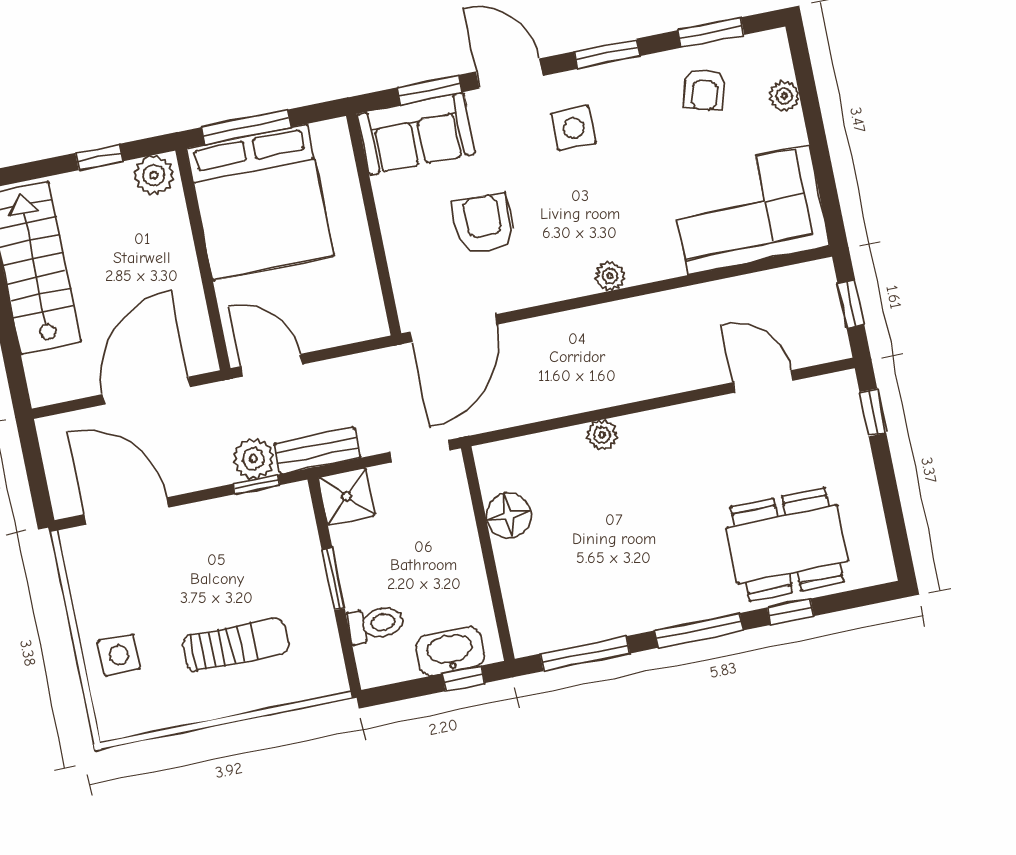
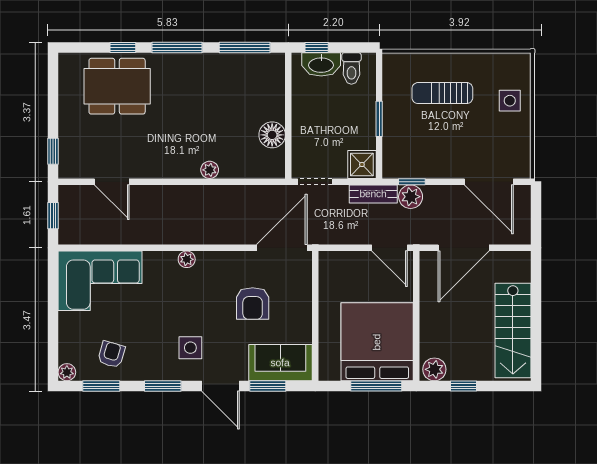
plant: (784, 96) -> (67, 372), moved
toilet: (376, 624) -> (351, 68), moved, turned -90

